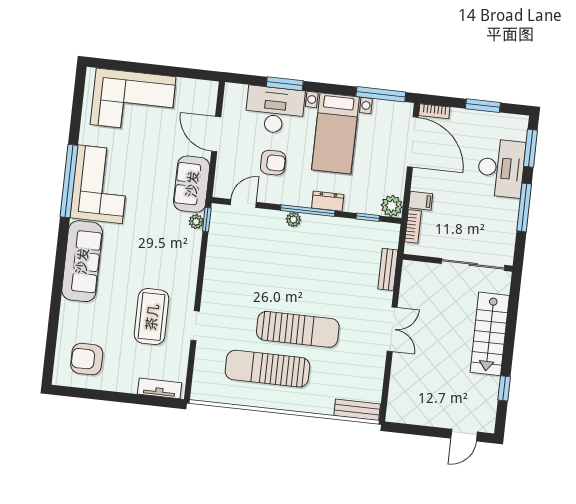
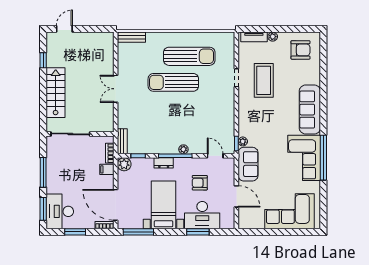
desk: (501, 168) -> (60, 211), moved
door: (243, 204) -> (215, 156), swing flipped
bench: (388, 269) -> (122, 141), moved
plant: (129, 386) -> (273, 37), added

